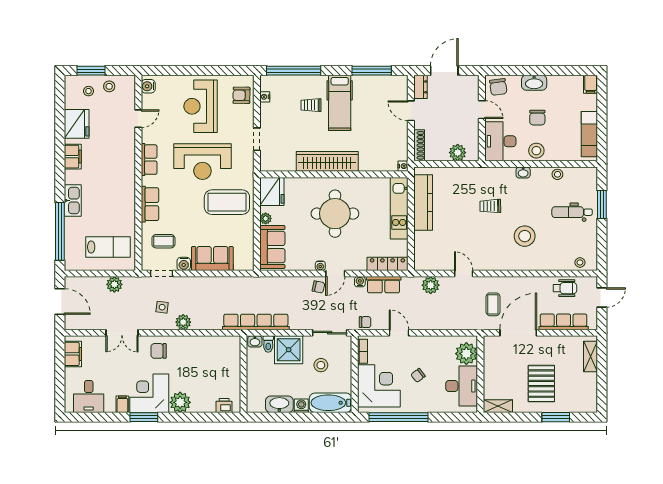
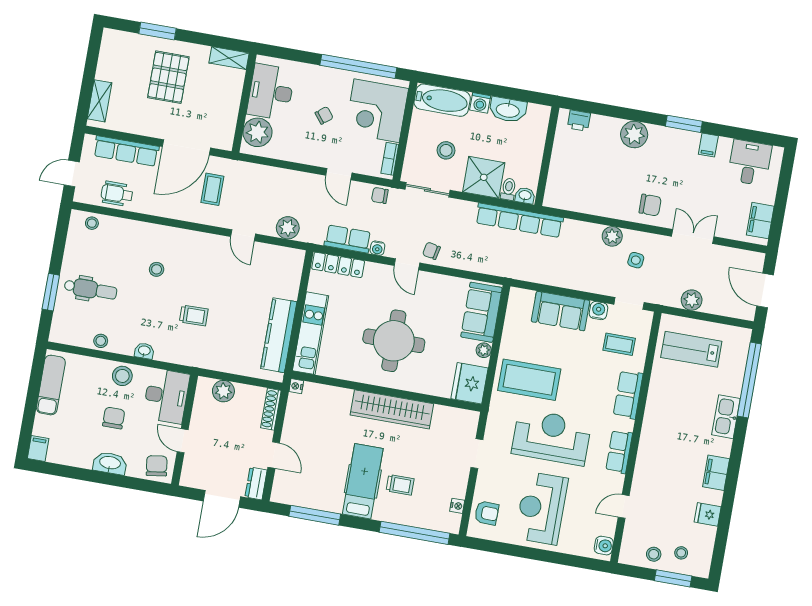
reception desk: (201, 106) -> (541, 508), turned 180
fridge: (77, 124) -> (708, 514), width x0.53, depth x0.75
stool: (525, 236) -> (157, 269), width x0.53, depth x0.53
water cooler: (320, 266) -> (424, 277), removed
door: (335, 273) -> (407, 264), swing flipped
corner desk: (149, 393) -> (672, 153), removed

